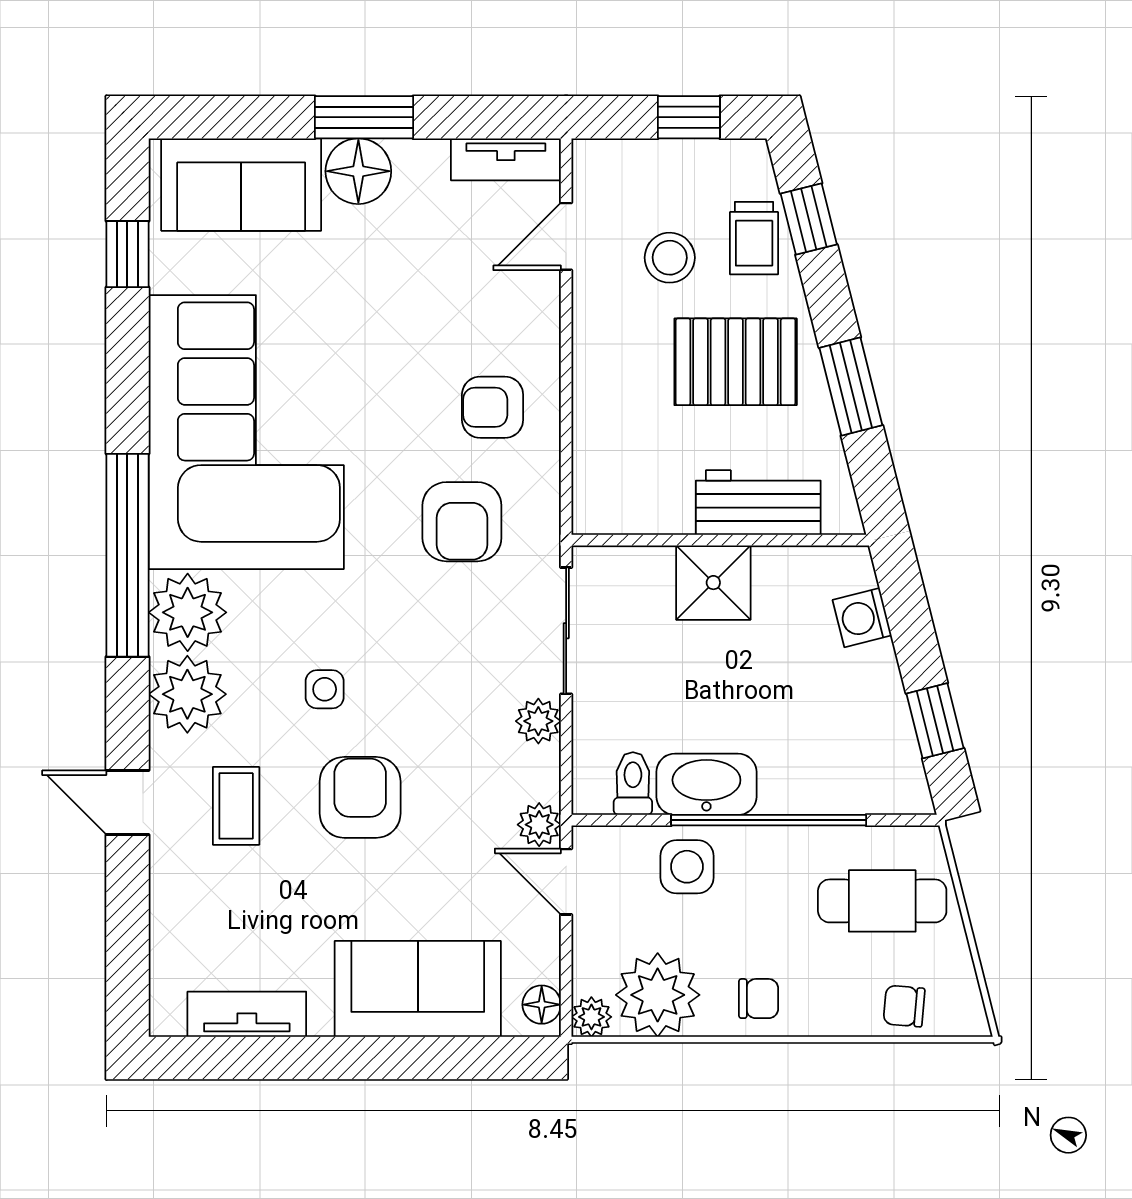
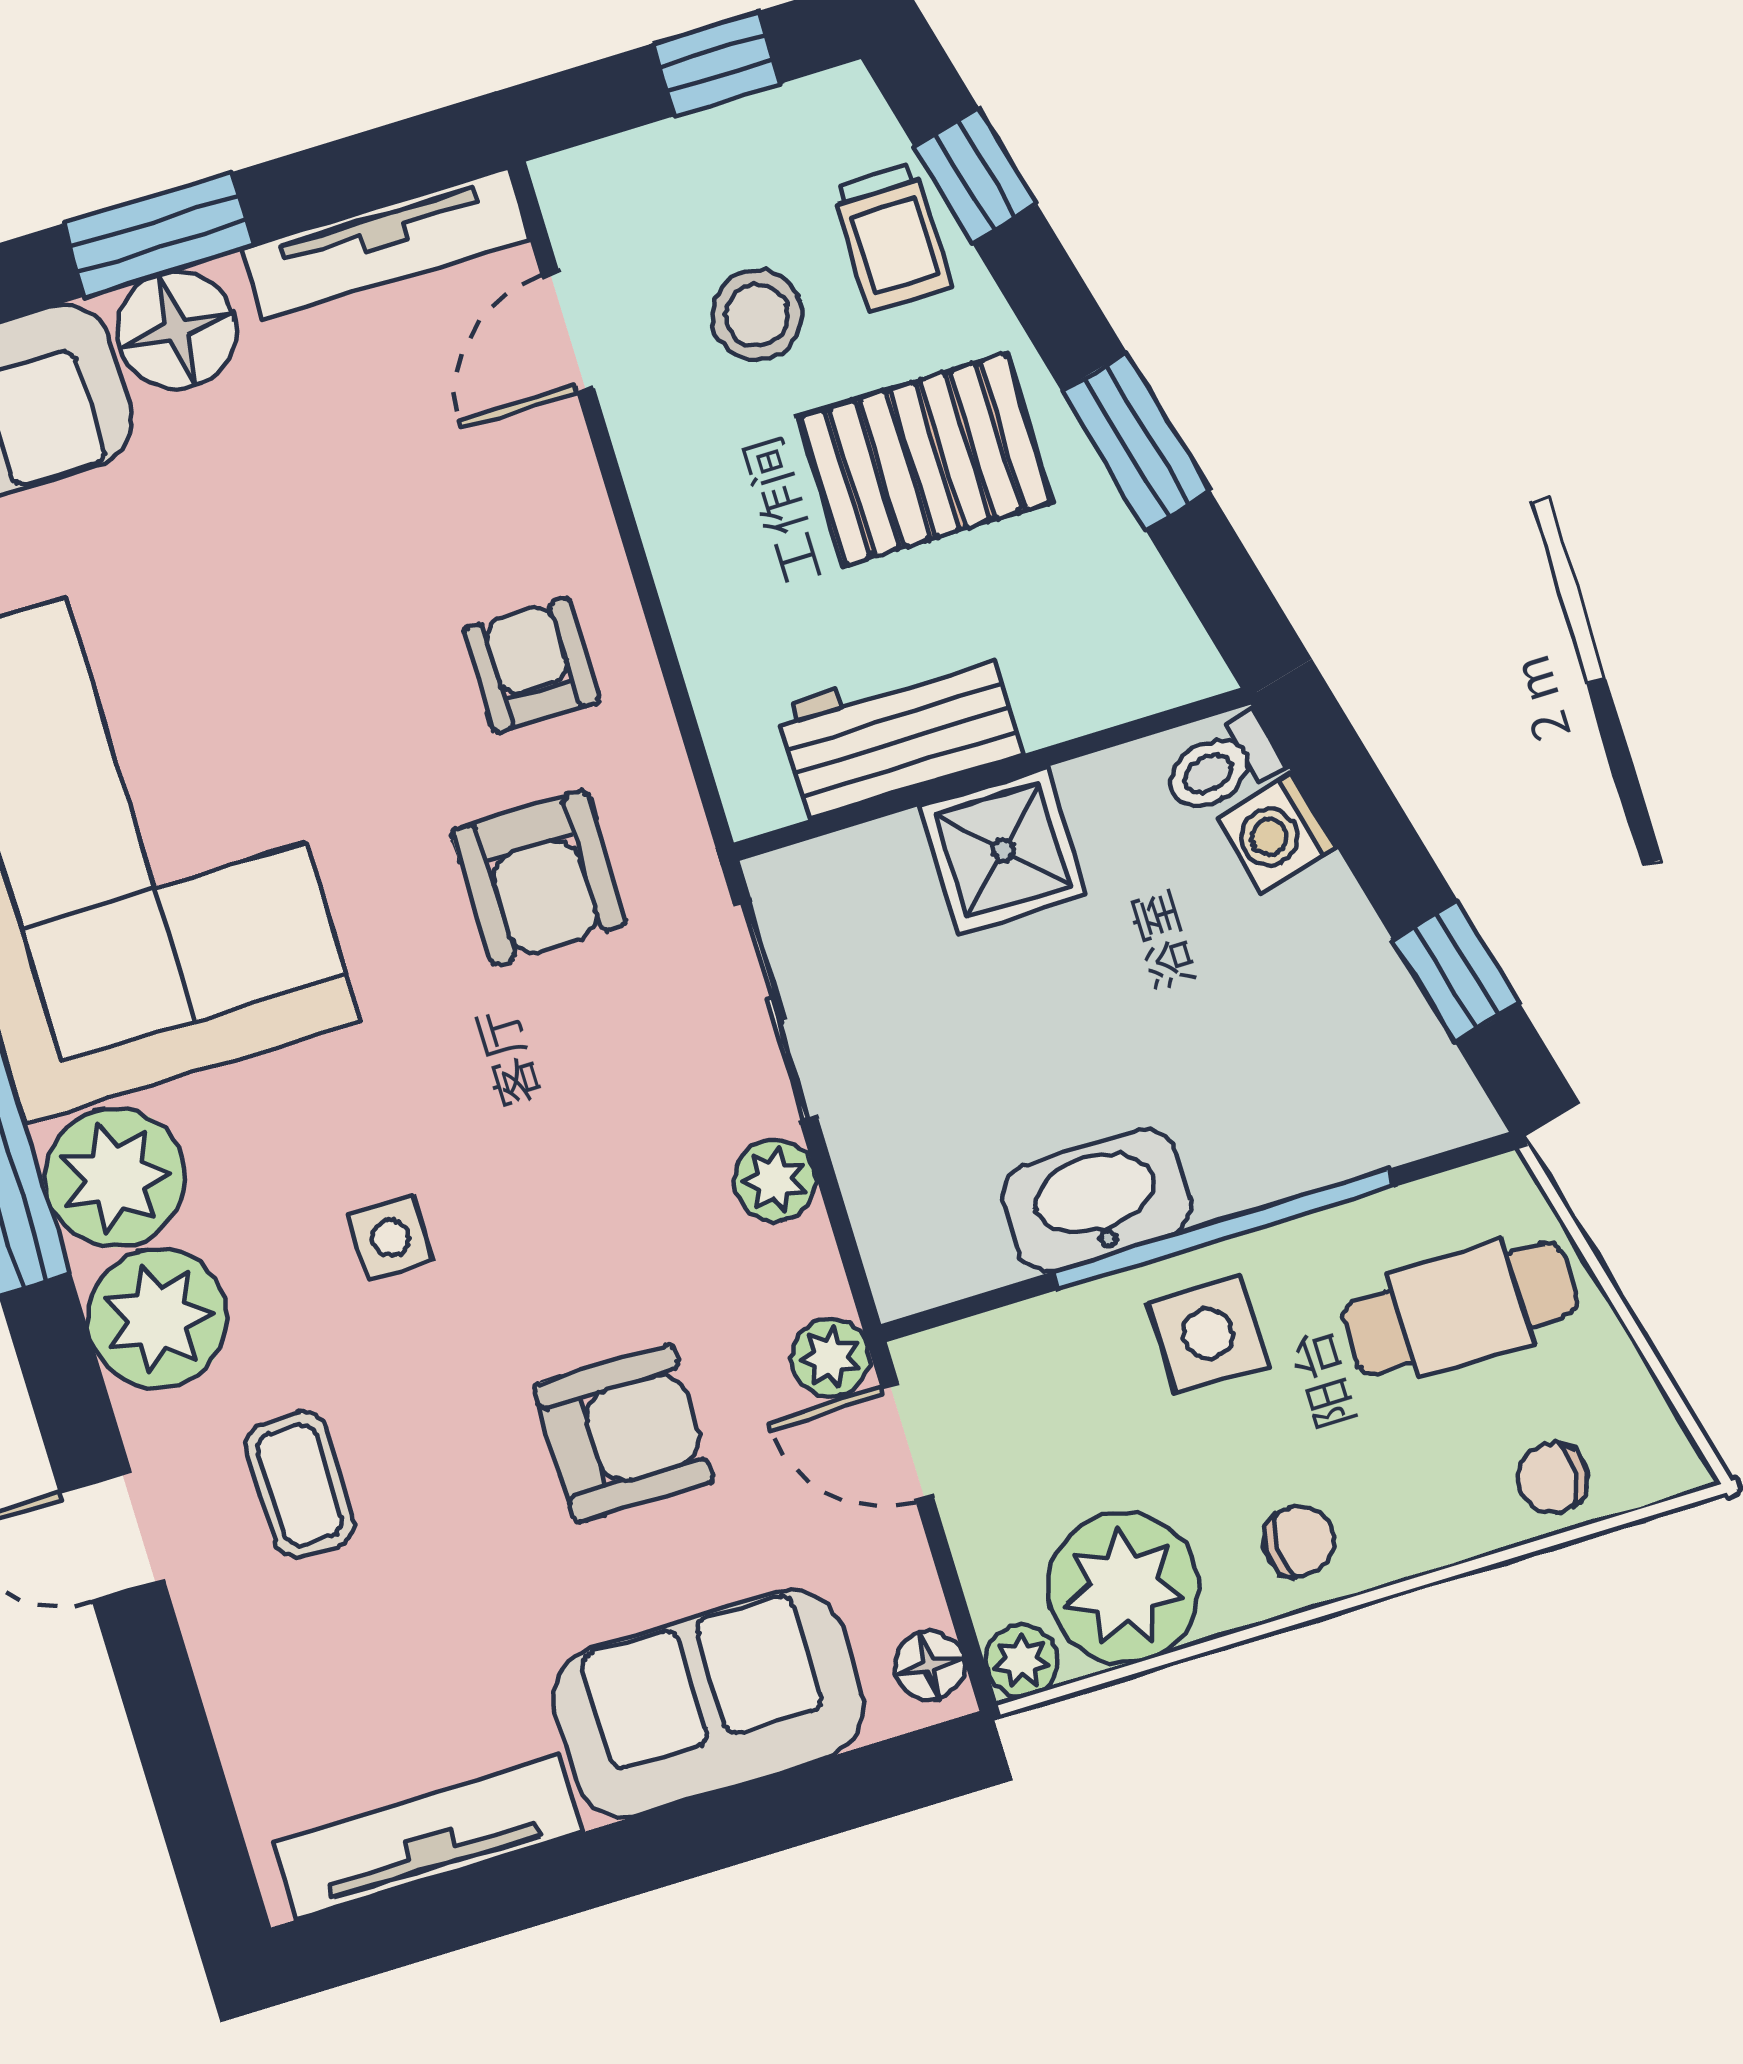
tv unit: (506, 159) -> (385, 244), width x1.41
armchair: (493, 407) -> (531, 665), turned 90
workbench: (758, 503) -> (900, 731), moved
toilet: (633, 784) -> (1221, 765), moved, turned -104
armchair: (360, 797) -> (623, 1433), moved, turned 90
side table: (687, 867) -> (1208, 1334), moved
tv unit: (247, 1014) -> (428, 1837), width x1.41

